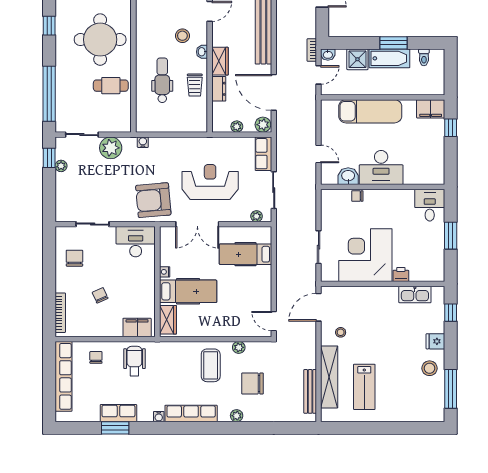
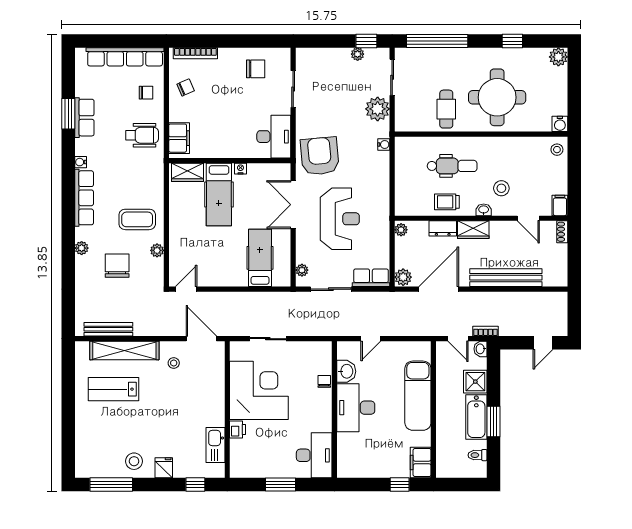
plant: (237, 127) -> (401, 230), moved
desk: (430, 205) -> (314, 455), width x1.37
chair: (100, 295) -> (186, 87), moved

